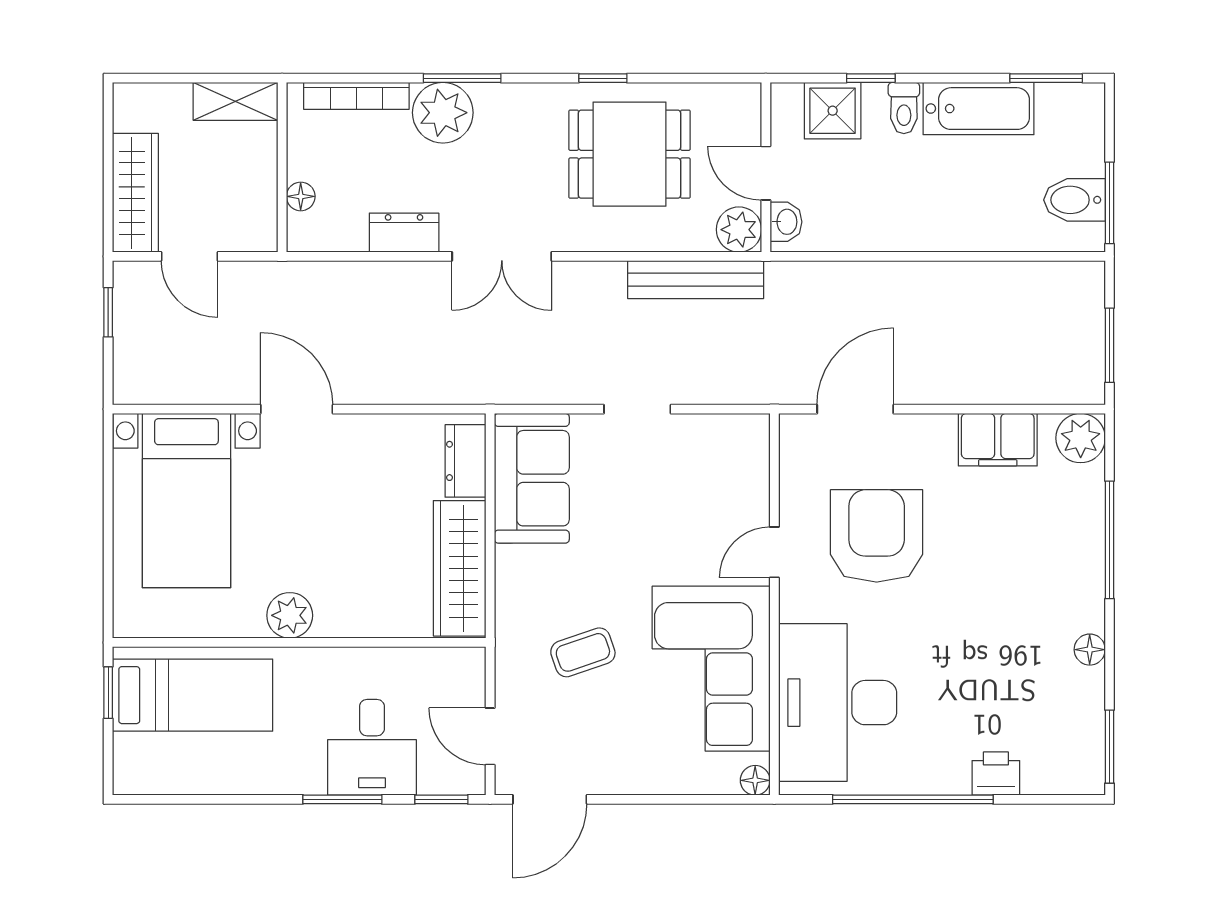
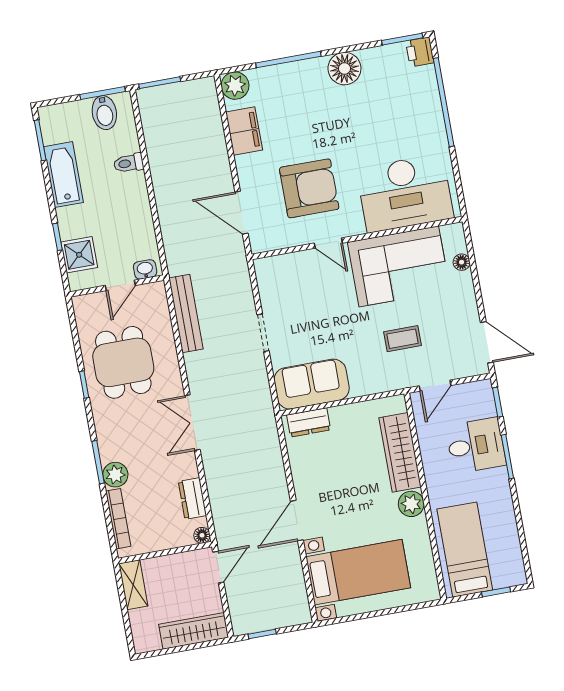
toilet: (904, 108) -> (129, 163), moved, turned 180
plant: (443, 113) -> (115, 475), width x0.73, depth x0.73
floor lamp: (301, 196) -> (202, 535), moved
plant: (739, 230) -> (154, 295), removed
dresser: (404, 233) -> (192, 499), moved
door: (190, 256) -> (218, 567), moved
double door: (502, 256) -> (192, 423), swing flipped
window: (1109, 345) -> (160, 83), moved
armchair: (877, 536) -> (309, 188), turned 180
wardrobe: (460, 568) -> (400, 452), moved, turned 90
floor lamp: (1090, 650) -> (344, 69), width x1.89, depth x1.89
coffee table: (583, 652) -> (403, 339), turned -71
window: (108, 693) -> (496, 592), moved
door: (490, 736) -> (435, 386), moved
printer: (996, 774) -> (420, 52), moved
floor lamp: (755, 780) -> (462, 262), moved
window: (913, 799) -> (444, 102), moved

